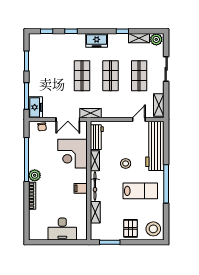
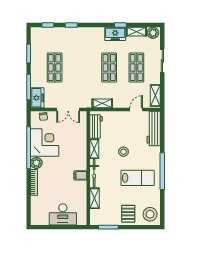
freezer: (97, 40) -> (115, 34), moved
shop shelf: (82, 76) -> (55, 68), moved
shelving: (91, 113) -> (102, 103), moved
workbench: (155, 146) -> (154, 128), width x0.73, depth x0.76
corner desk: (73, 154) -> (45, 142), moved, turned 180

